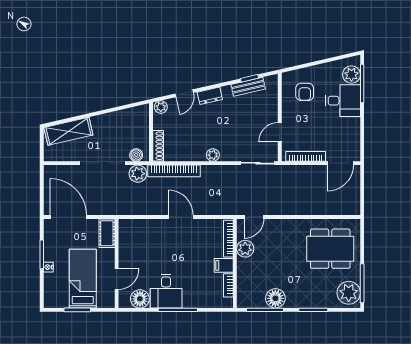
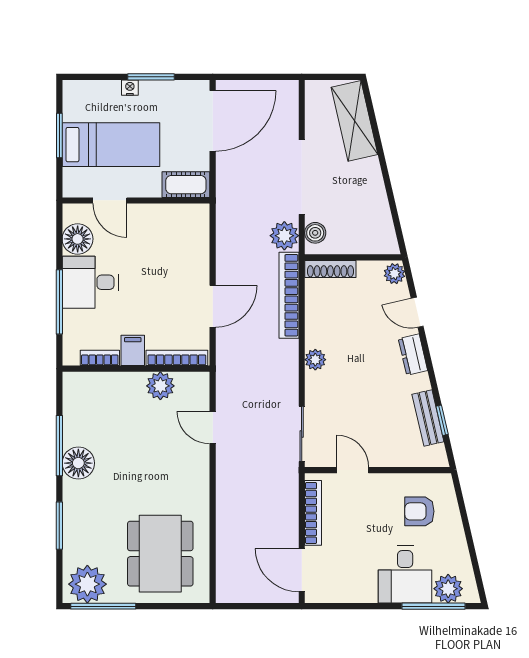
bookcase: (228, 239) -> (177, 358), moved
plant: (245, 249) -> (160, 386), moved
wall: (235, 263) -> (136, 369), moved
filing cabinet: (224, 265) -> (133, 350), moved
bookcase: (228, 285) -> (100, 358), moved

